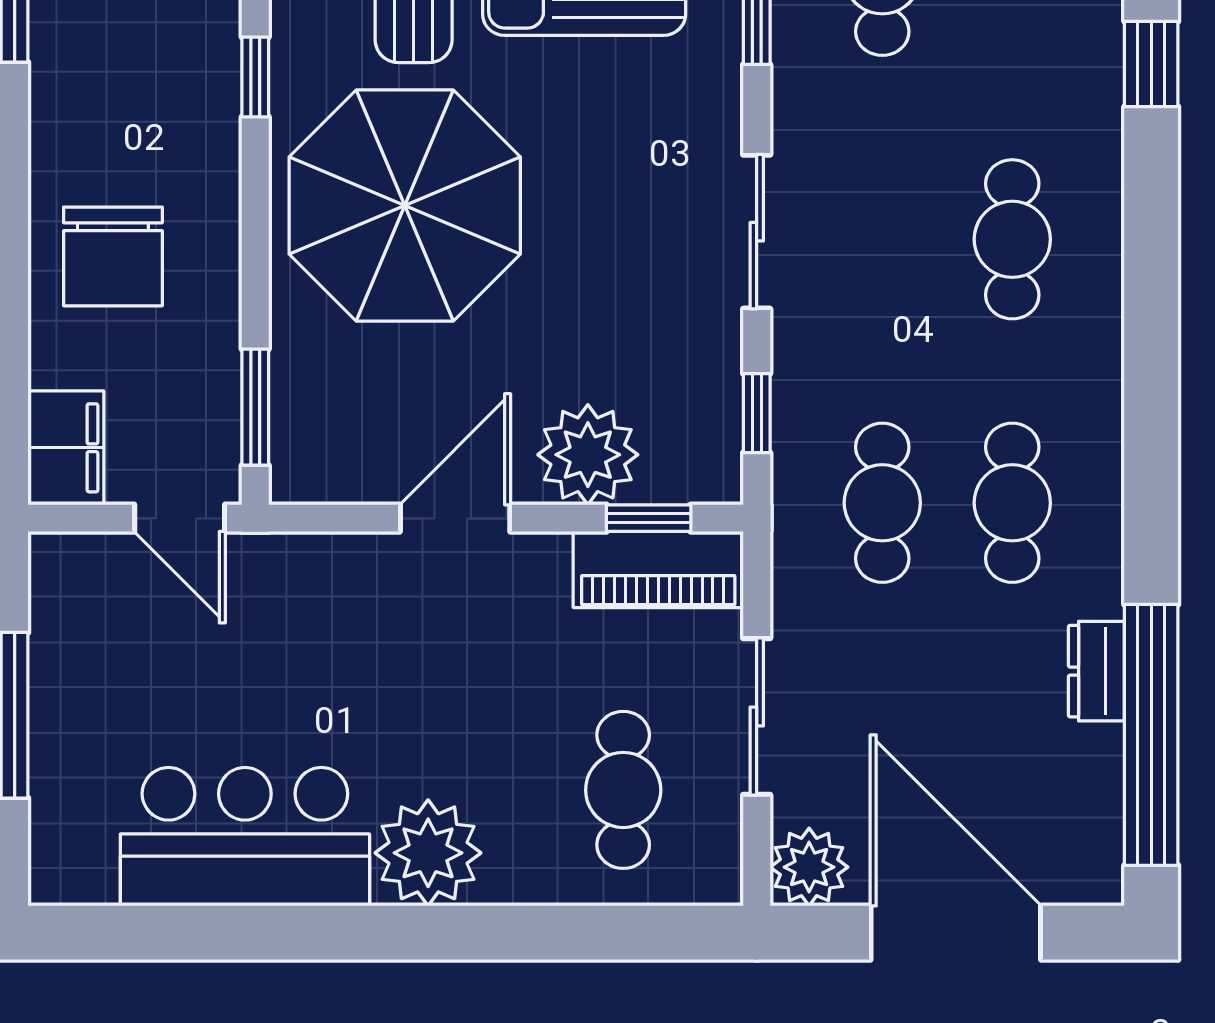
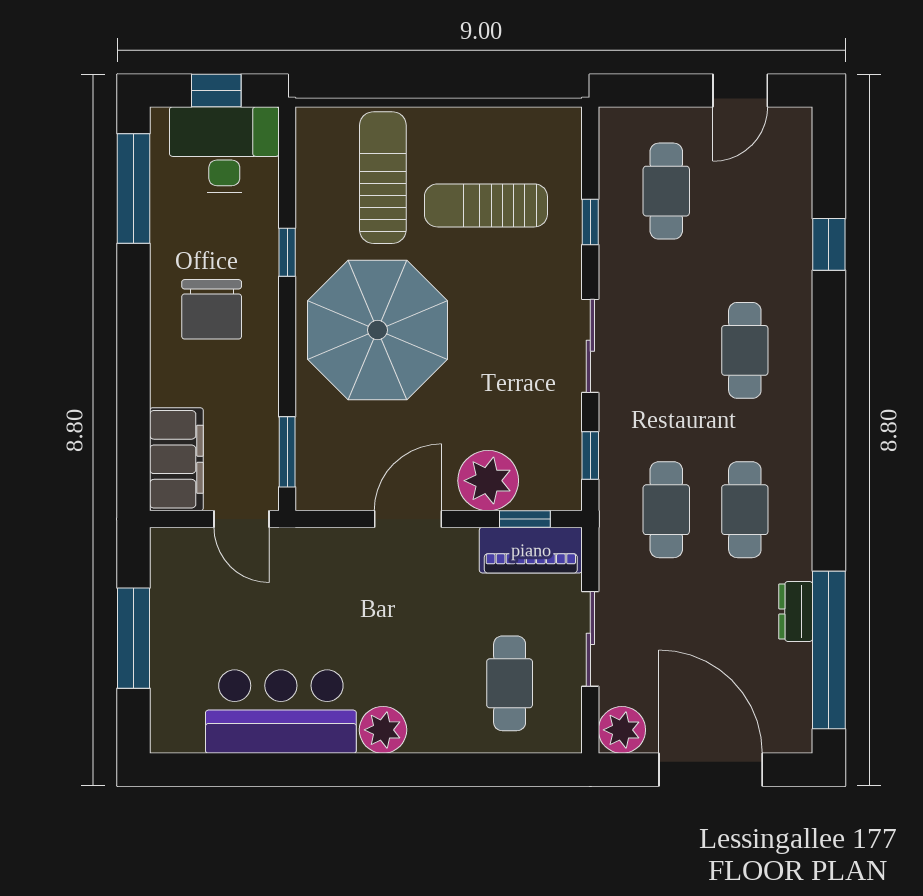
chair: (113, 256) -> (212, 309), moved
filing cabinet: (66, 448) -> (176, 459), width x1.50, depth x1.17
plant: (428, 853) -> (383, 730), width x0.73, depth x0.73

